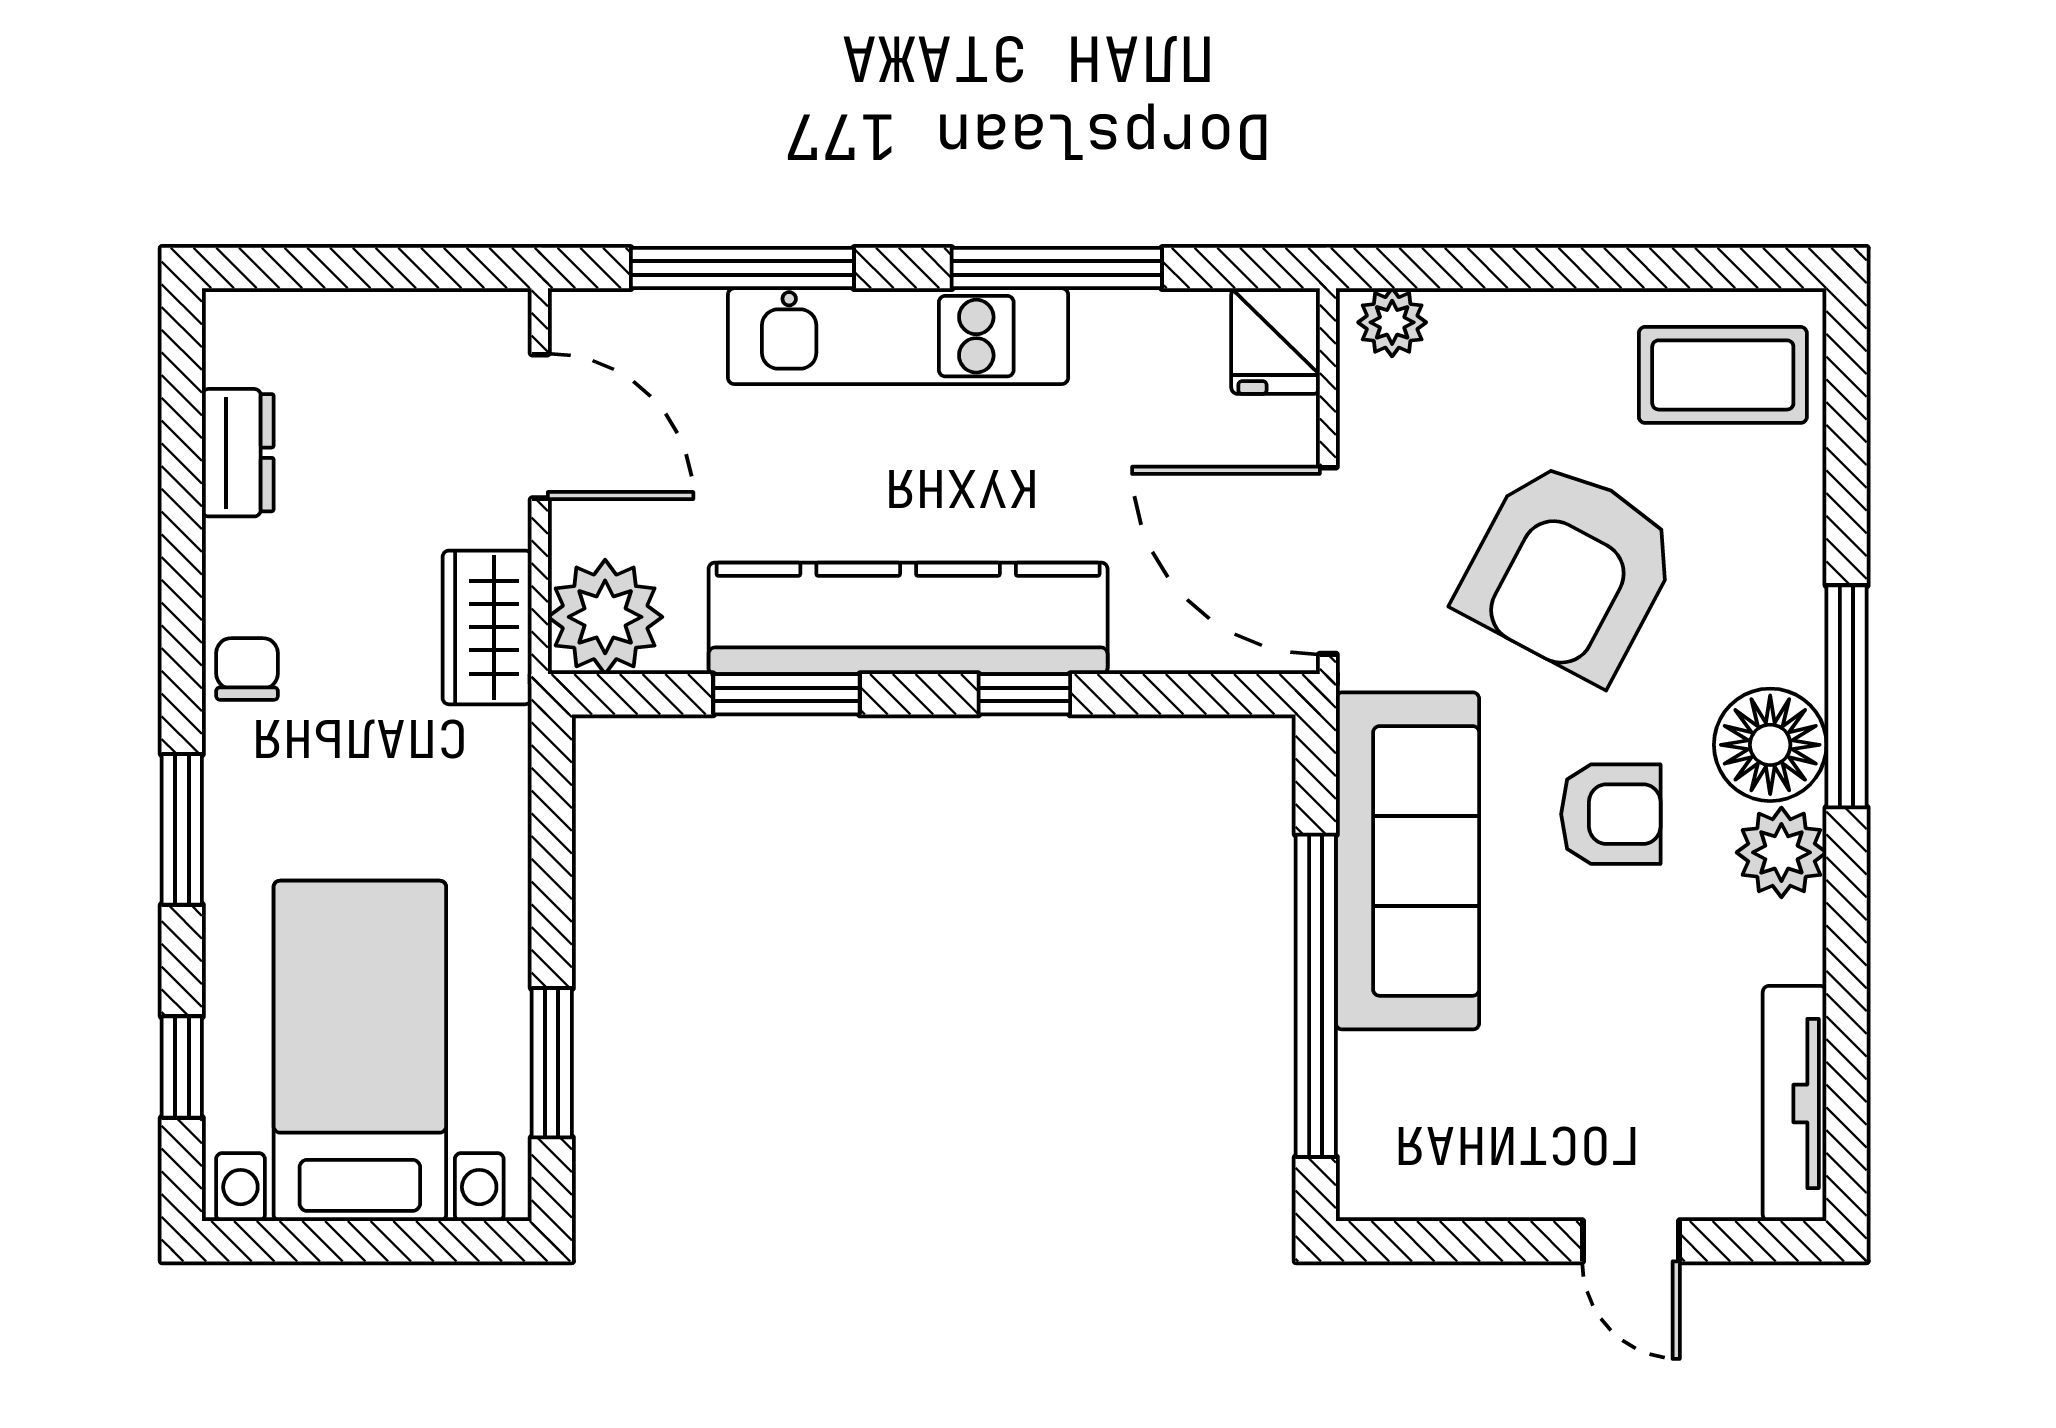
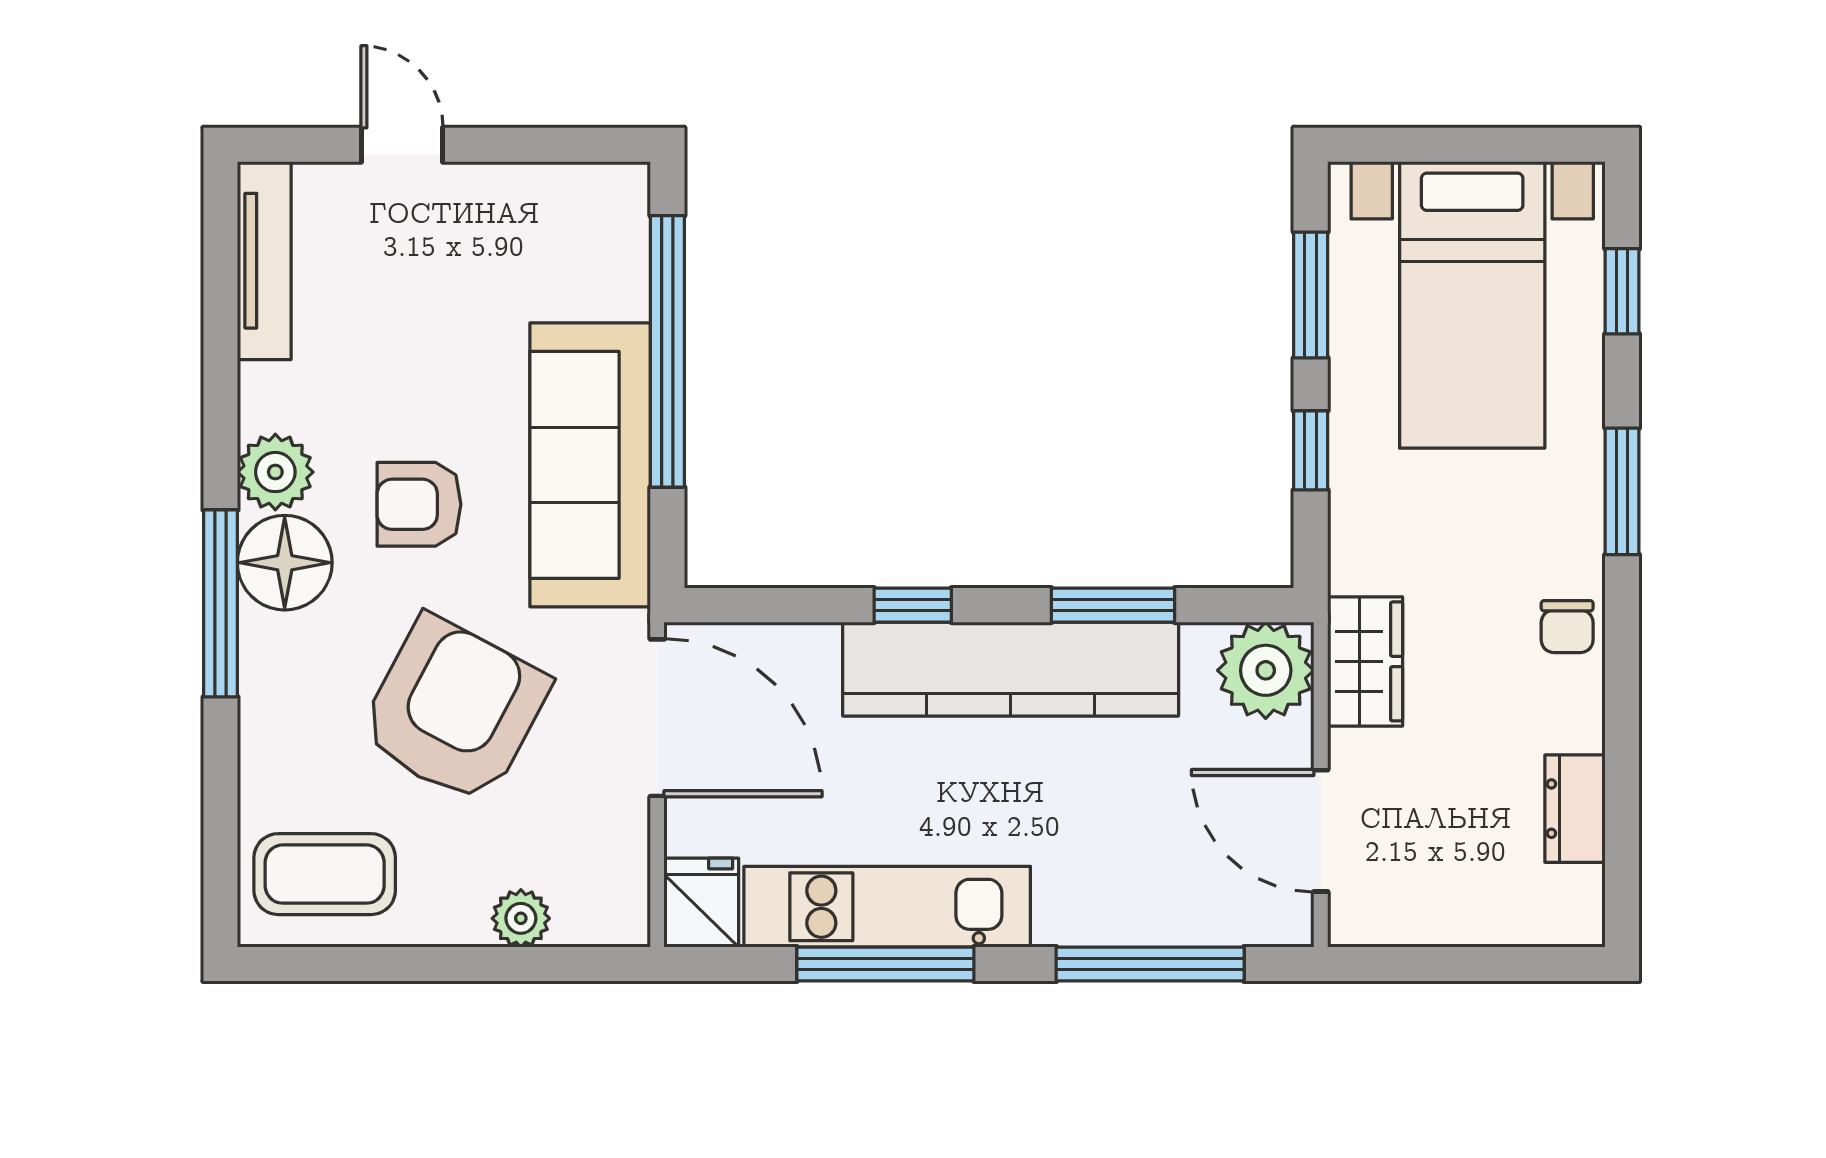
plant: (1392, 322) -> (521, 918), moved
kitchen unit: (898, 336) -> (887, 907), moved
window: (552, 878) -> (1311, 450), added

